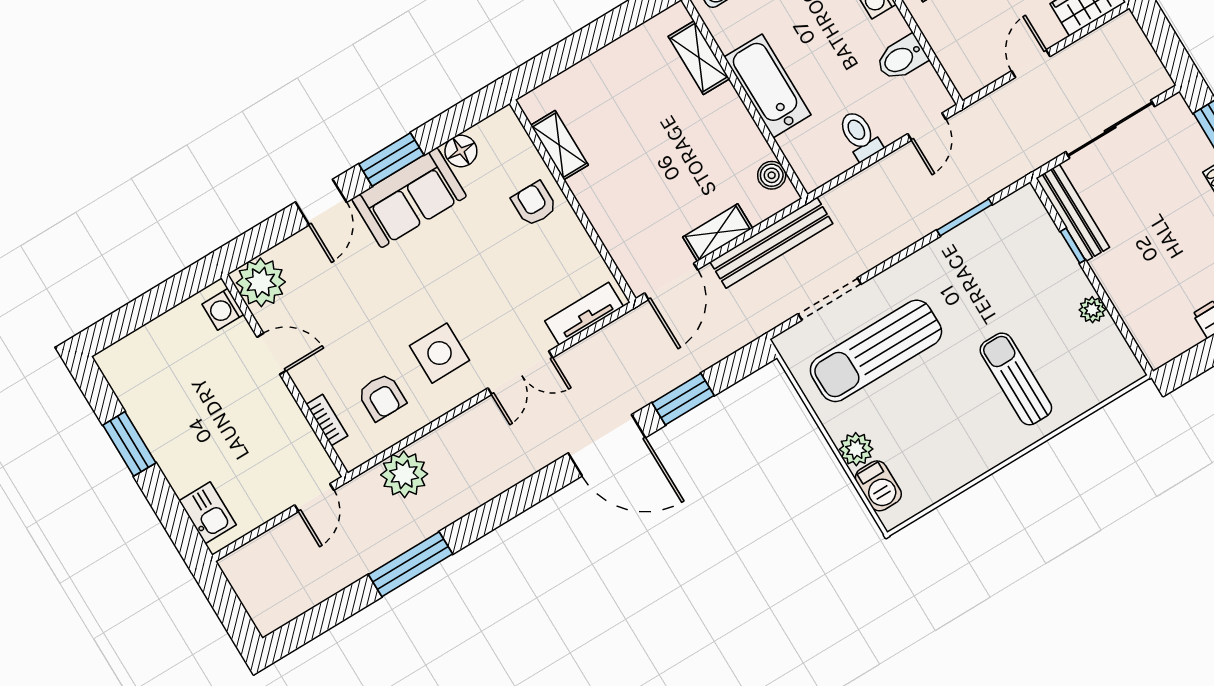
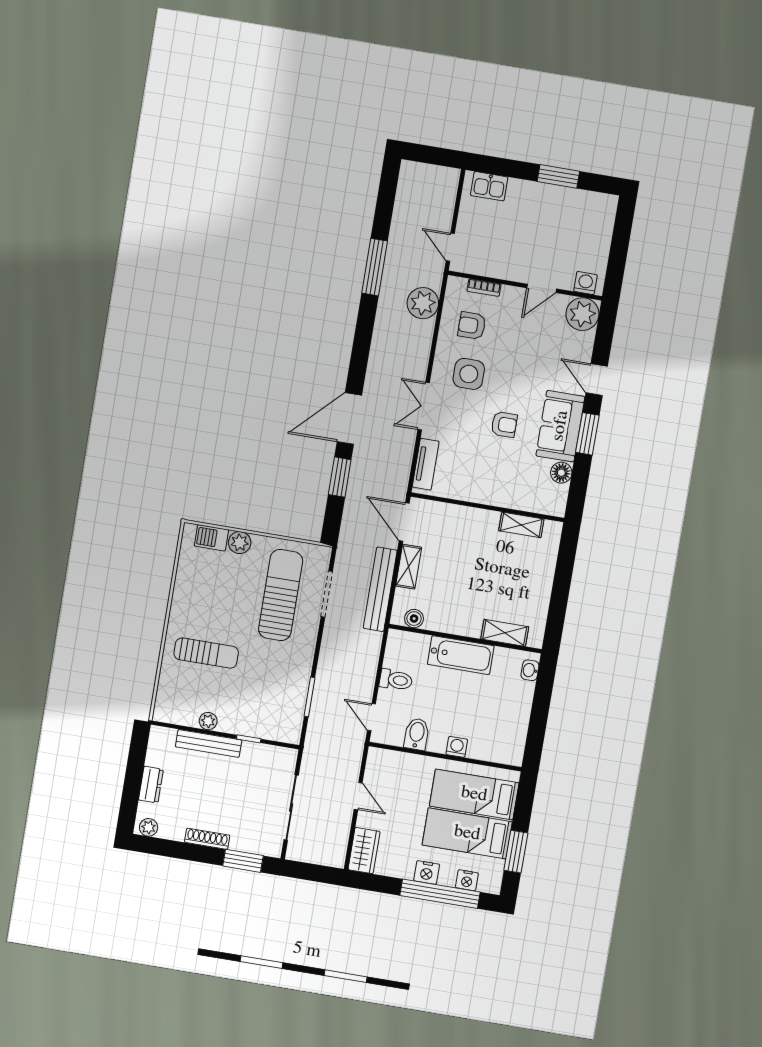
armchair: (534, 204) -> (504, 424), moved
bench: (1073, 213) -> (209, 743), moved

